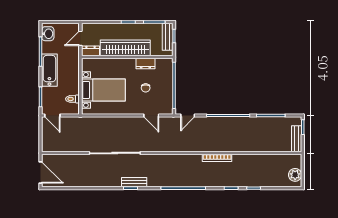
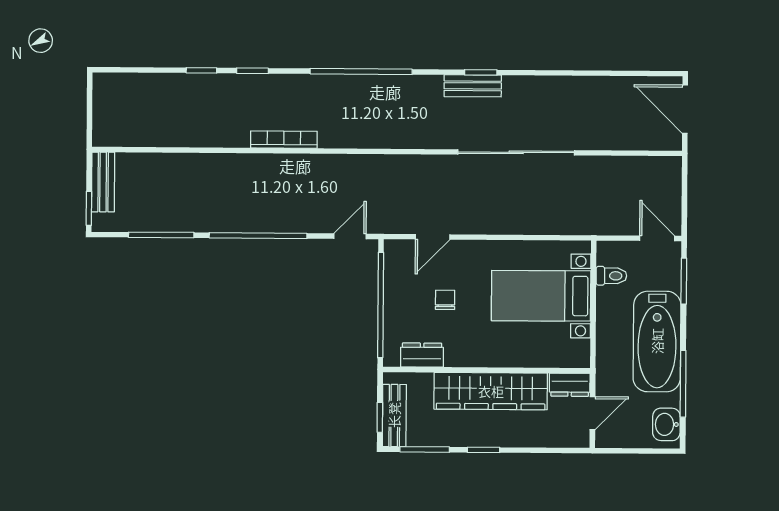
dresser: (145, 64) -> (422, 355), moved
bathtub: (49, 70) -> (657, 341), width x1.36, depth x1.36
door: (151, 116) -> (433, 237), swing flipped
plant: (295, 175) -> (107, 100), removed

